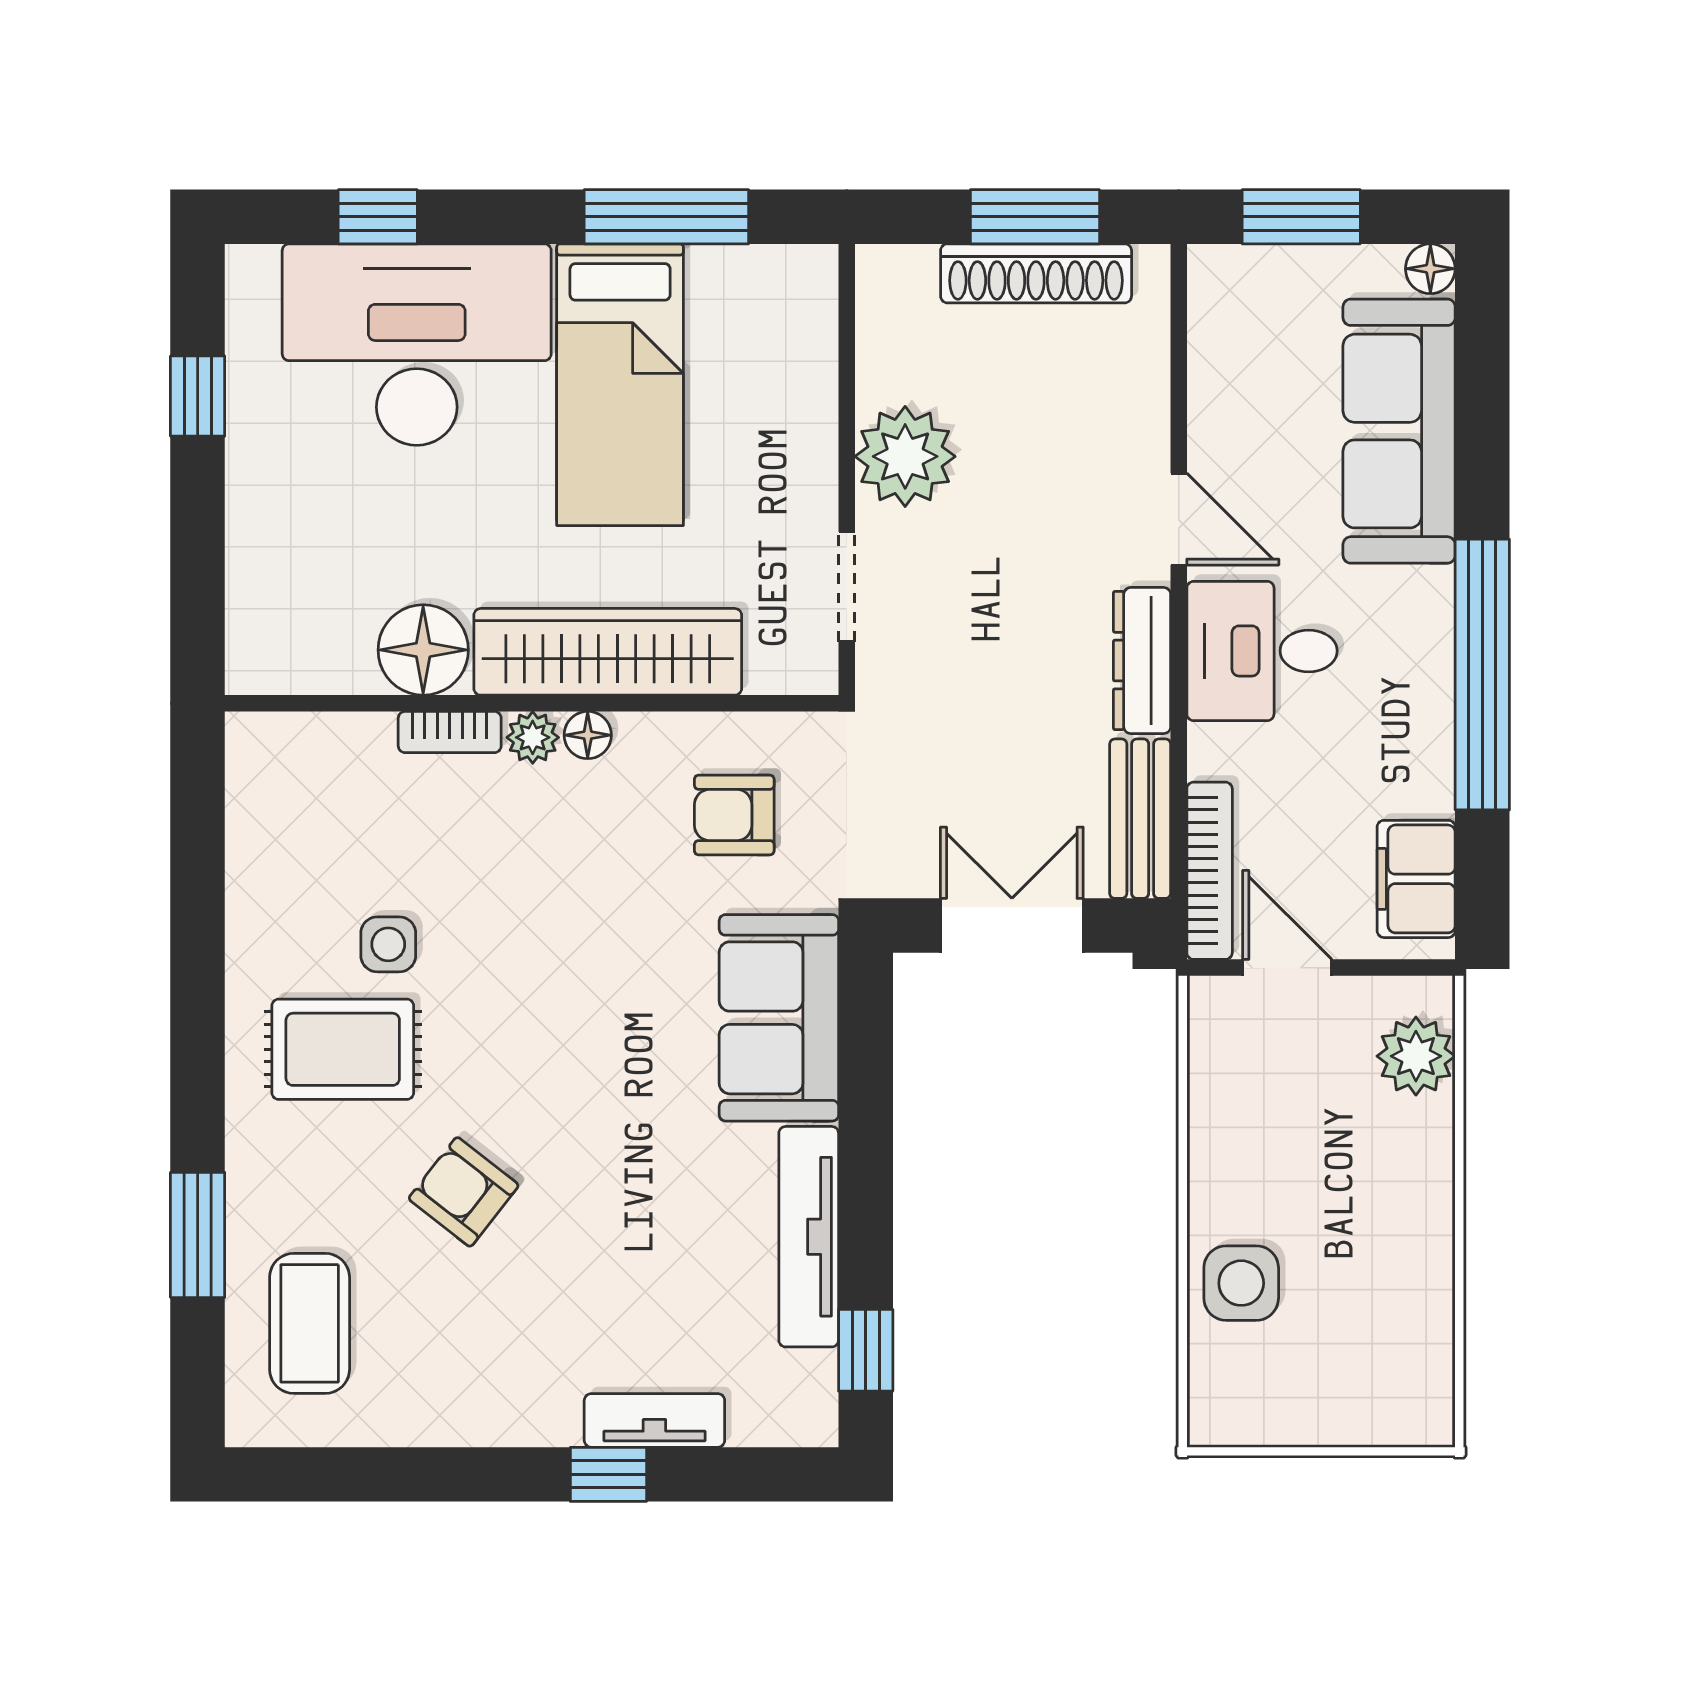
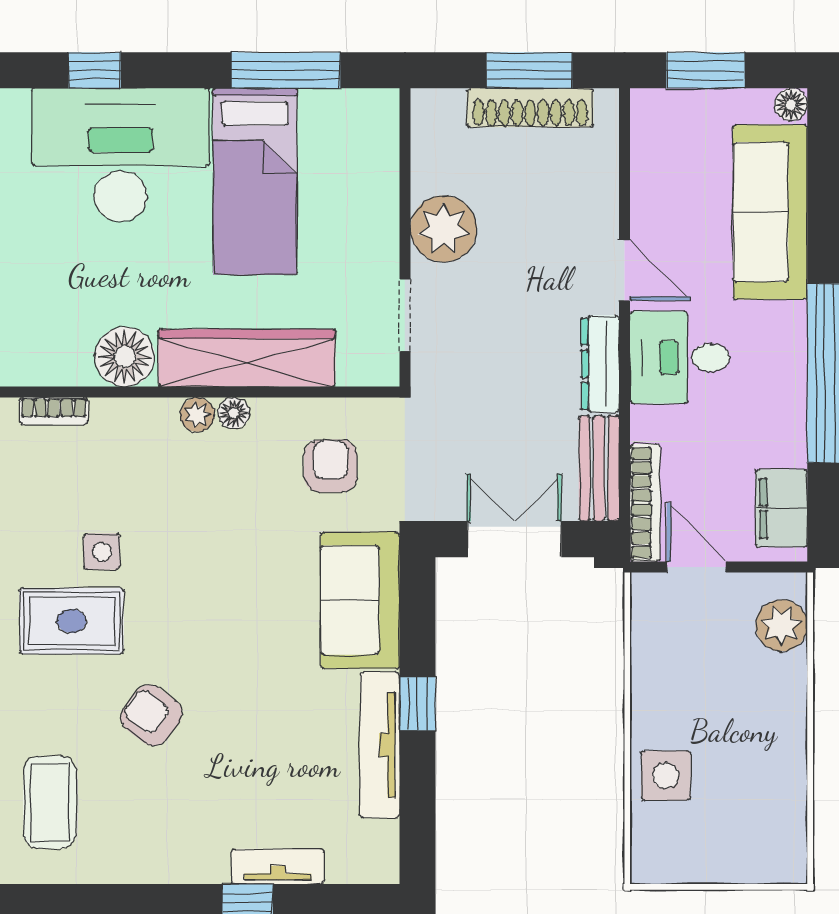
bookcase: (450, 732) -> (54, 411), moved
armchair: (734, 815) -> (331, 466), turned 90
window: (866, 1350) -> (417, 703), moved

